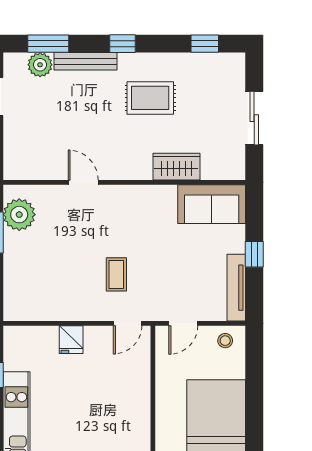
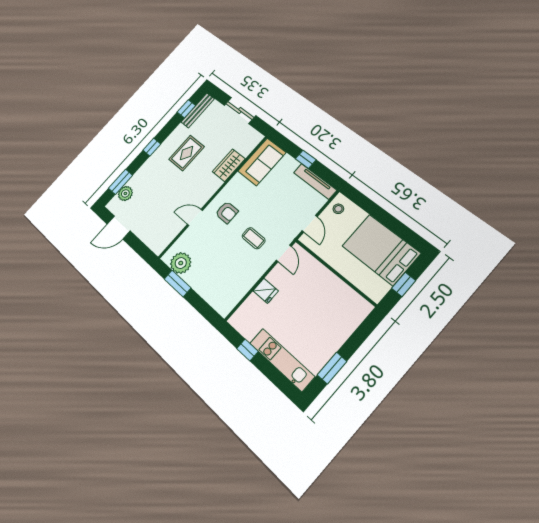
bench: (85, 61) -> (198, 110), moved
armchair: (120, 216) -> (227, 212), added

